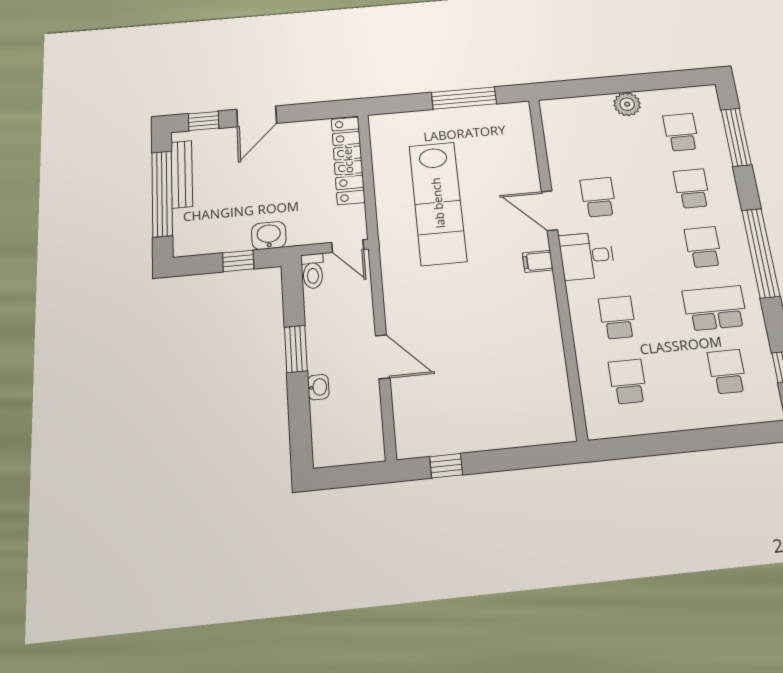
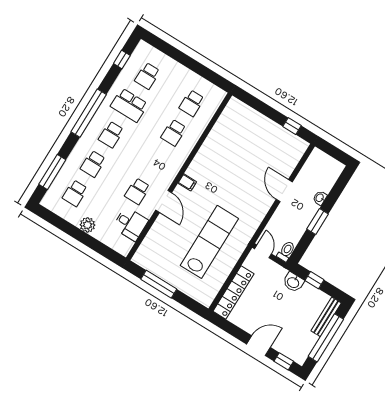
bench: (182, 174) -> (326, 317), moved
desk: (587, 256) -> (130, 224), moved

